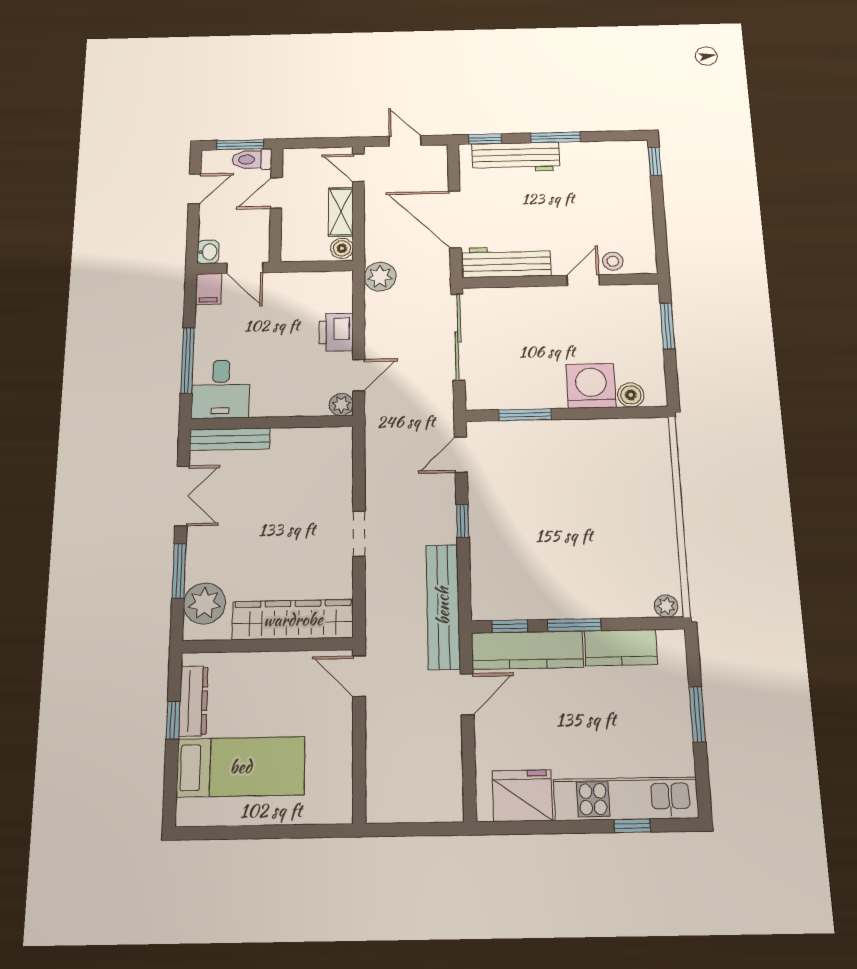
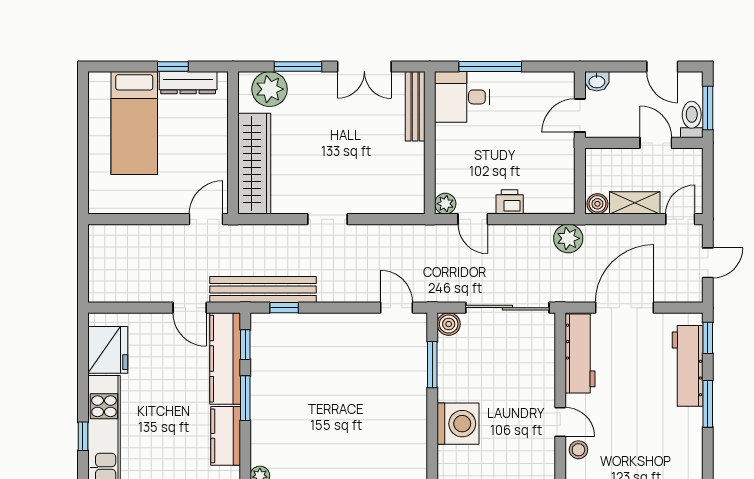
filing cabinet: (209, 289) -> (560, 83), removed
printer: (336, 332) -> (510, 202), width x0.73, depth x0.81
boiler: (631, 395) -> (449, 324), moved
window: (463, 521) -> (284, 308), moved

